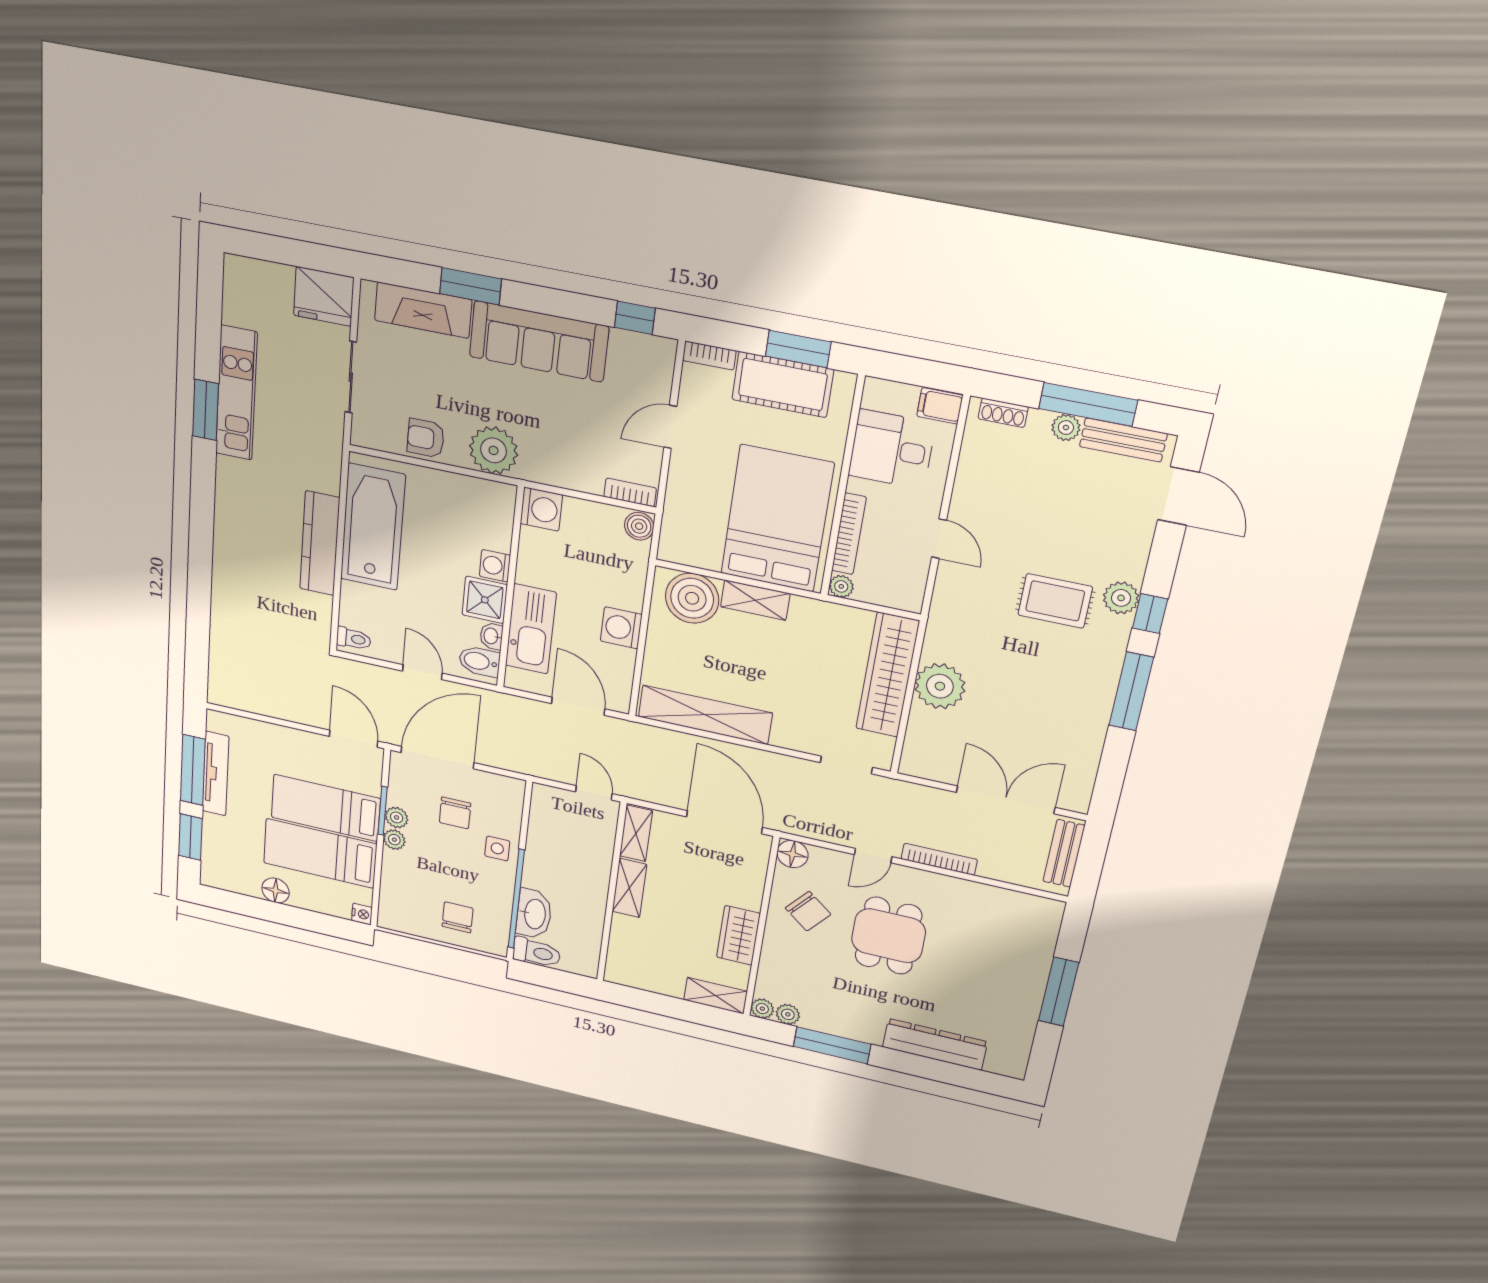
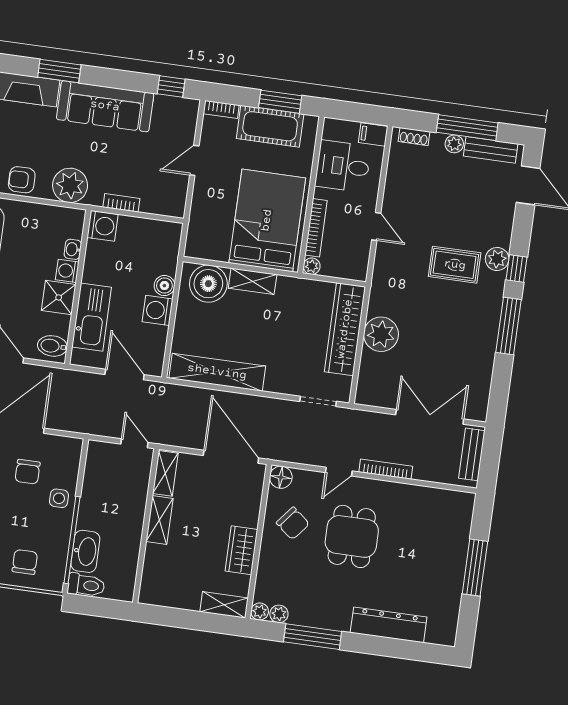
bookcase: (630, 492) -> (121, 203), moved
boiler: (639, 526) -> (164, 286), moved
washbasin: (491, 636) -> (73, 249), moved

